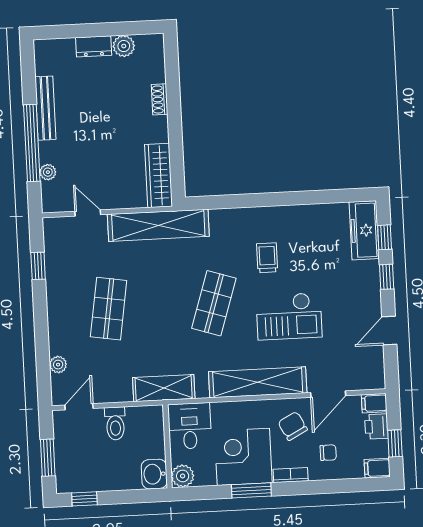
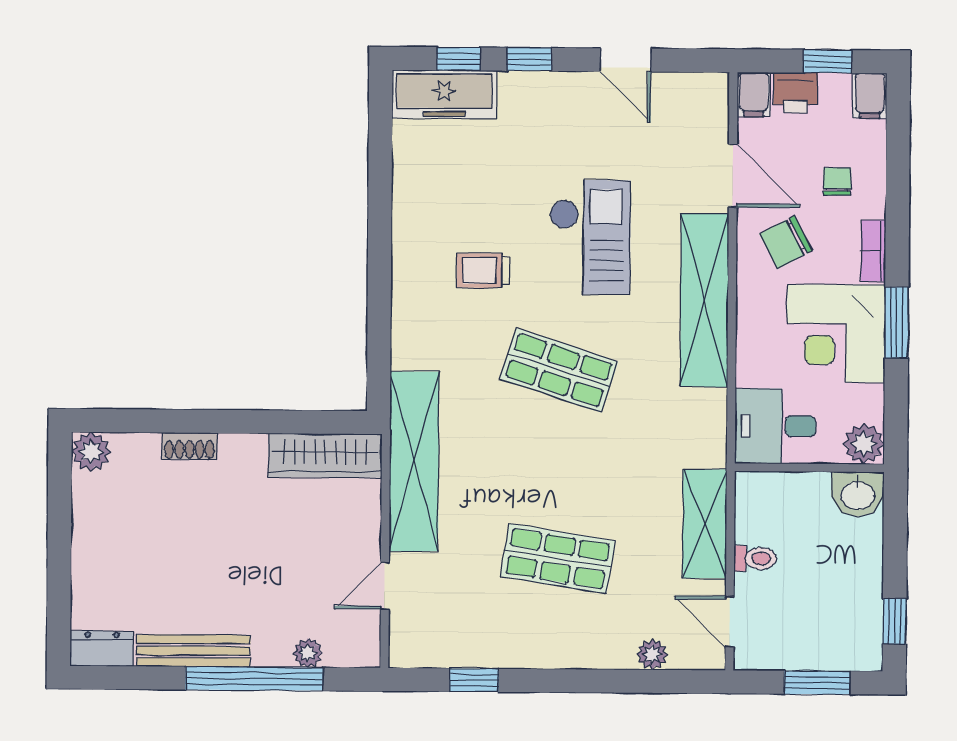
dresser: (94, 46) -> (102, 648), moved, turned -90
plant: (124, 46) -> (91, 452), moved
shelving: (164, 388) -> (705, 524), moved
toilet: (115, 424) -> (755, 558), width x0.73, depth x0.72

